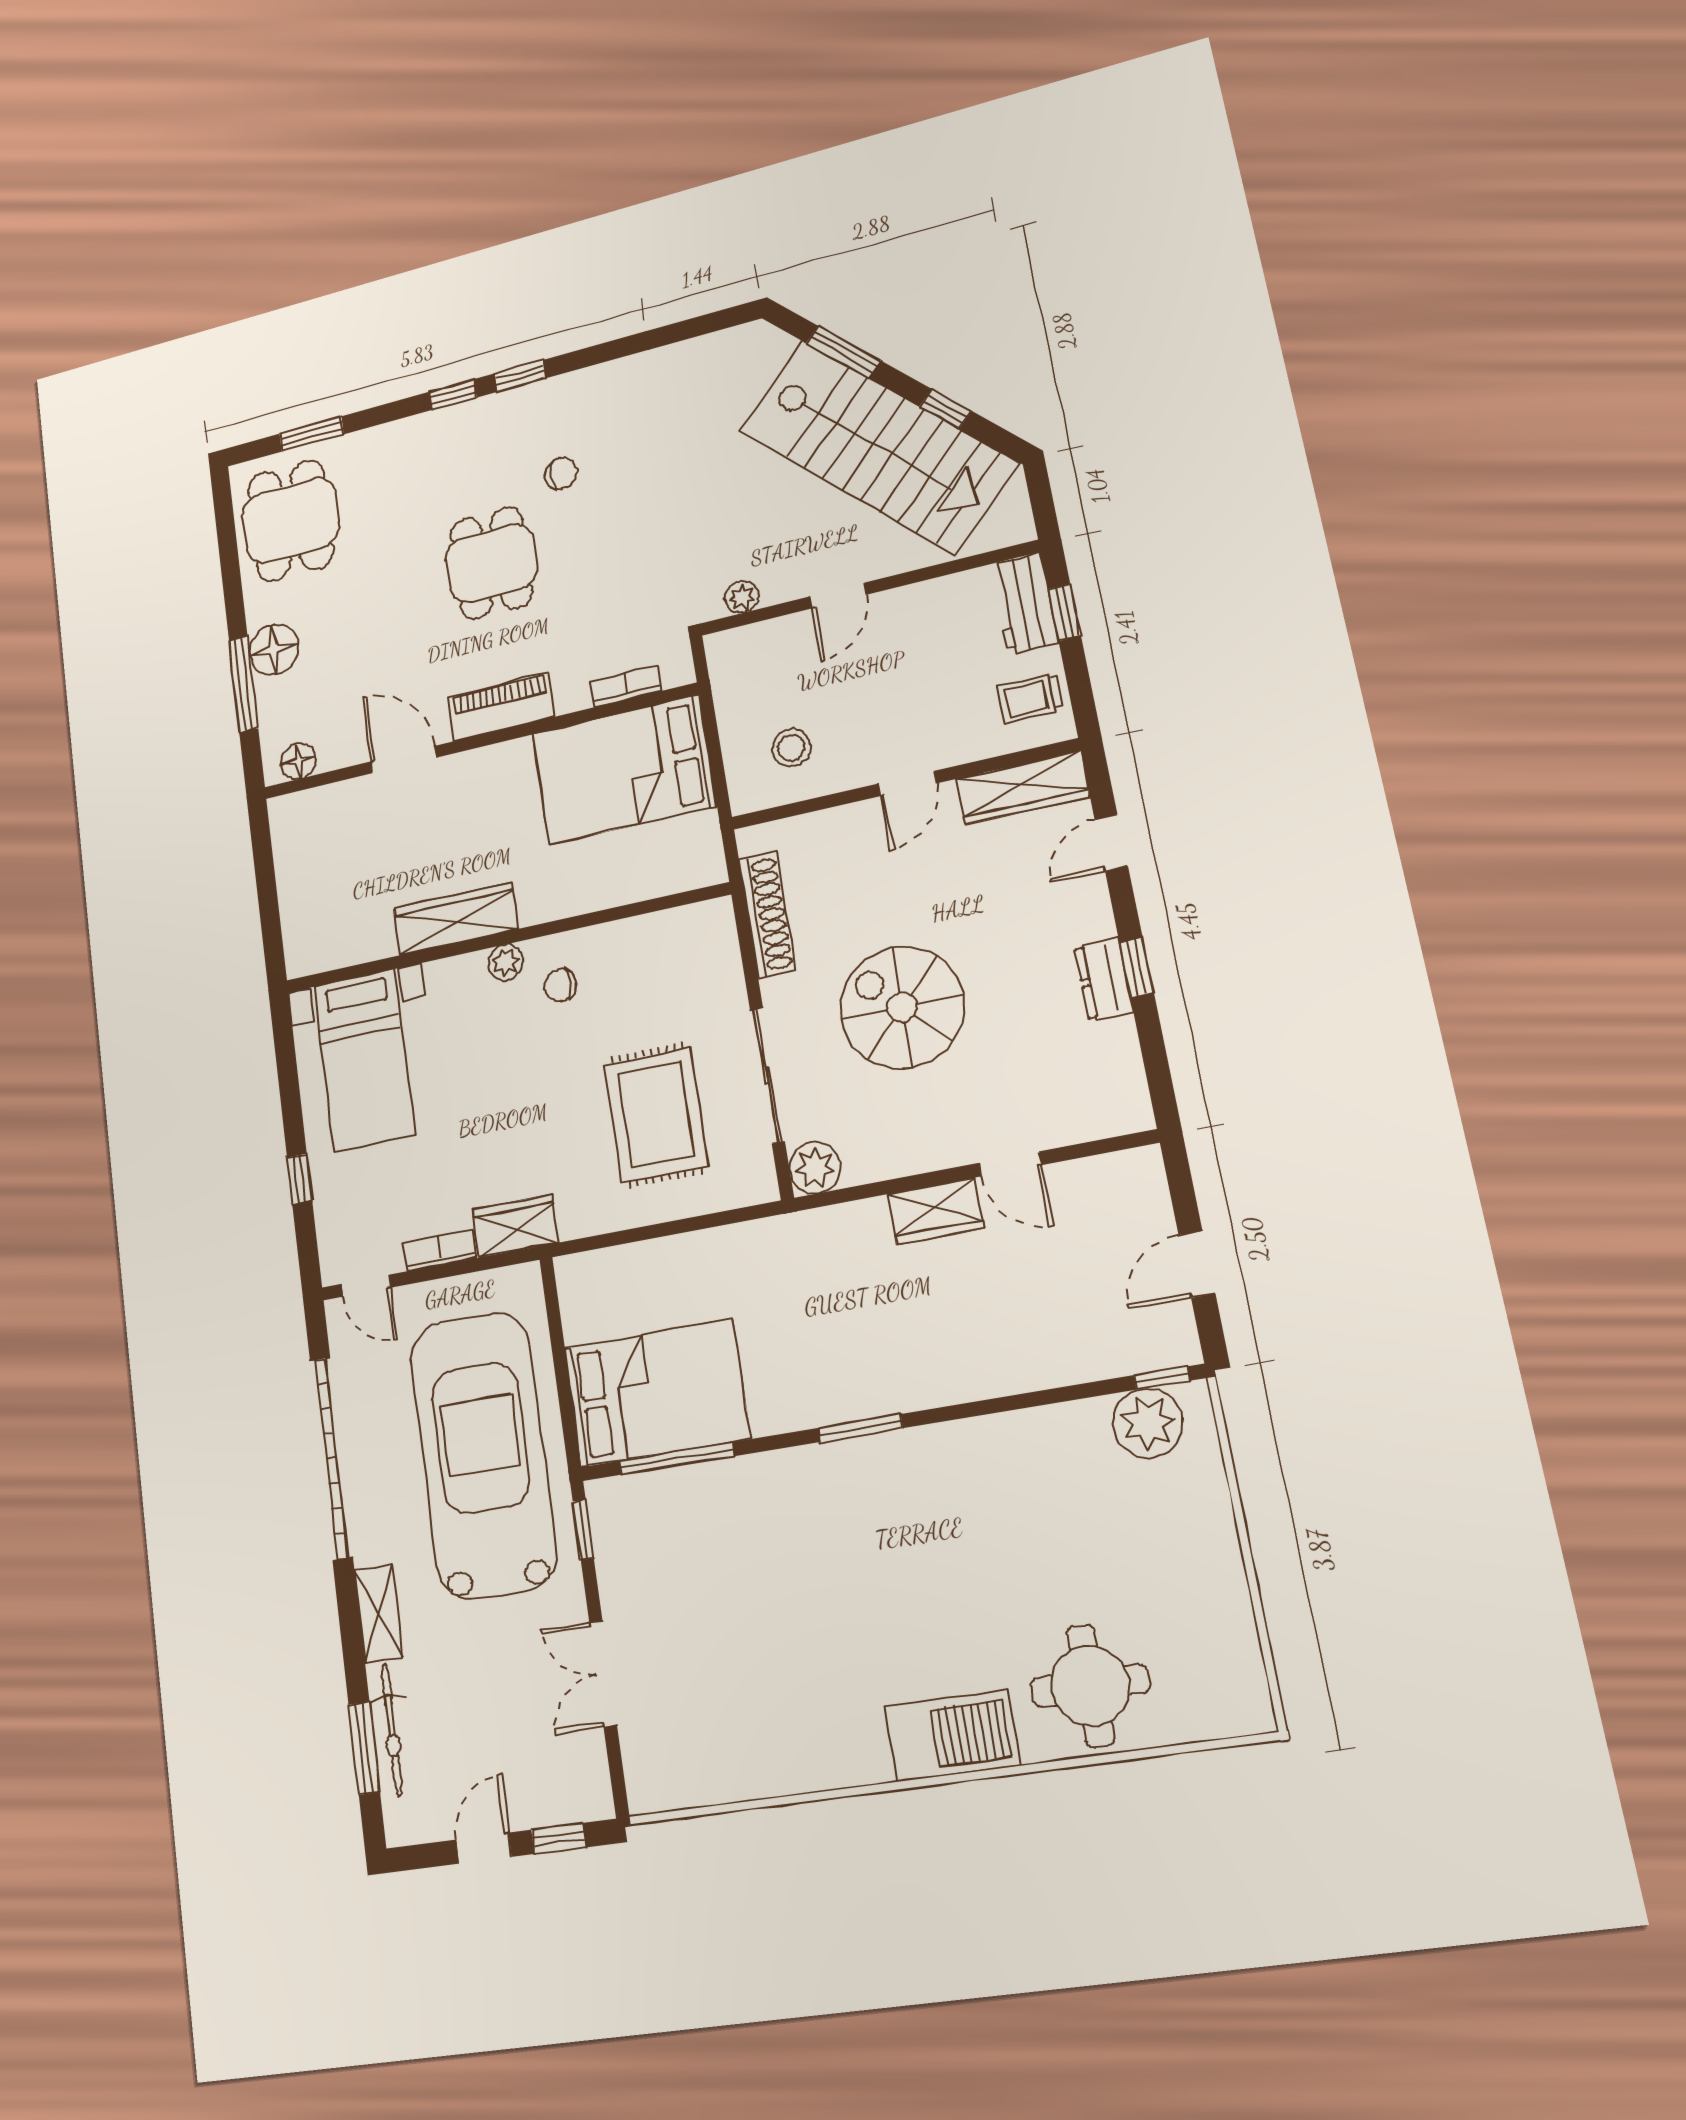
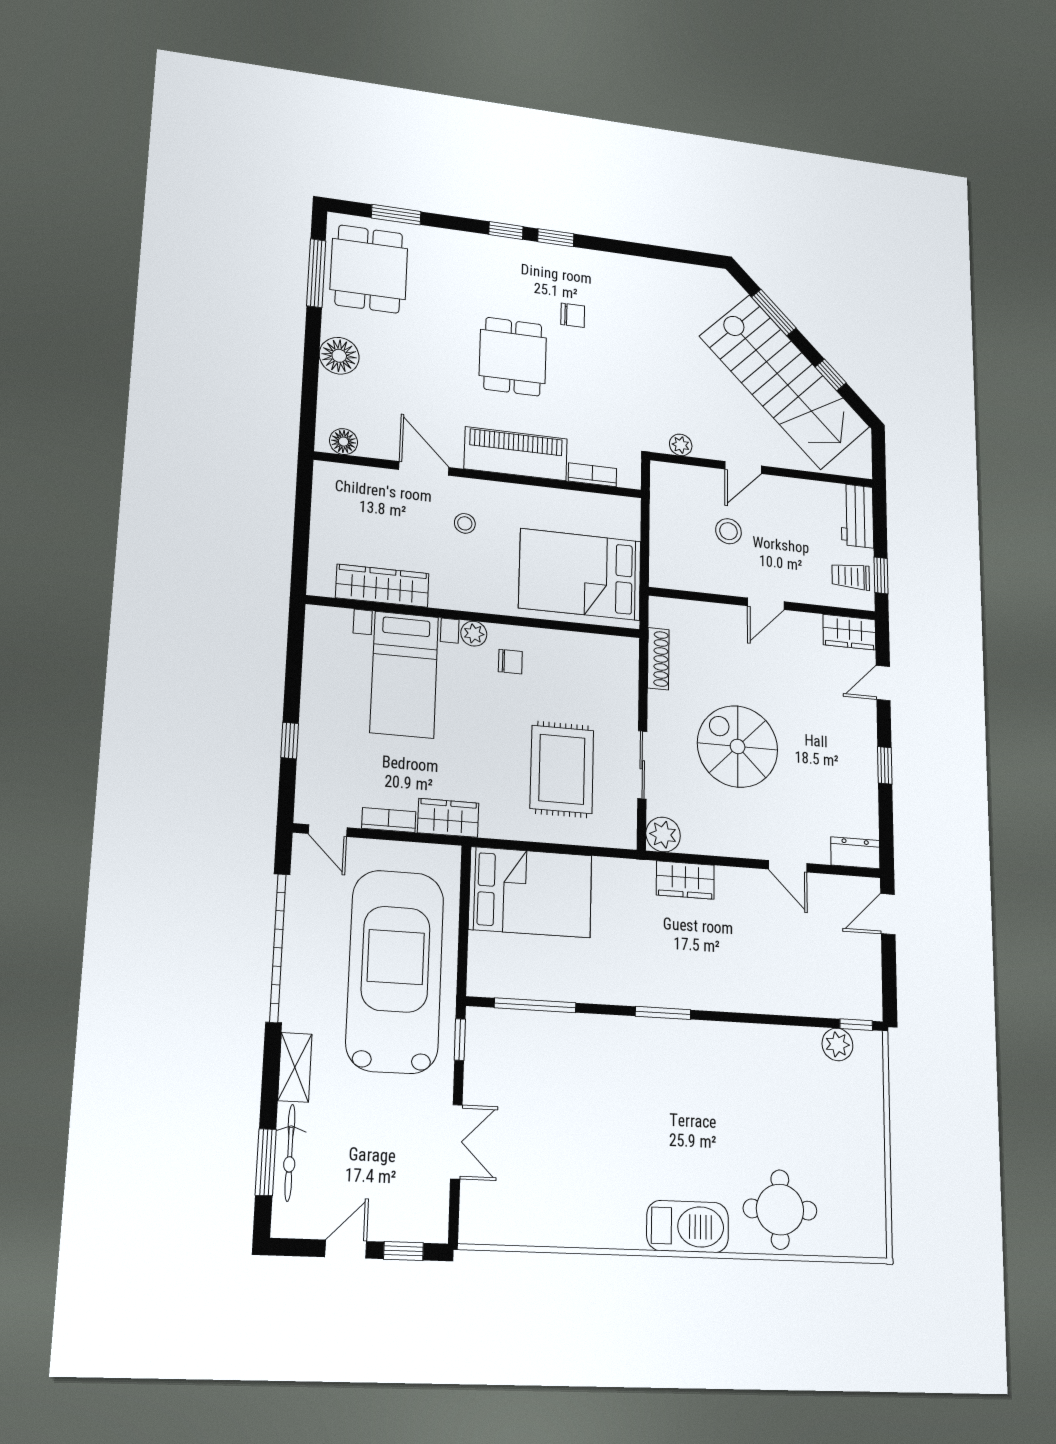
window: (1064, 612) -> (881, 575), moved
window: (243, 684) -> (316, 273), moved
piano: (501, 707) -> (516, 454), width x1.37, depth x1.33
stool: (791, 748) -> (728, 531), moved
bed: (624, 770) -> (580, 574), moved
wardrobe: (1023, 788) -> (849, 632), width x0.67
stool: (468, 815) -> (465, 523), added
shoe rack: (767, 915) -> (658, 659), width x0.74, depth x0.81
wardrobe: (456, 919) -> (382, 586), moved
dresser: (1104, 979) -> (855, 853), moved, turned 90
chair: (560, 985) -> (510, 662), turned 180
bed with nightstands: (364, 1060) -> (404, 675), moved
sliding door: (767, 1075) -> (642, 765), width x0.73
wardrobe: (936, 1211) -> (685, 880), moved
door: (1197, 1264) -> (888, 914), moved
bed: (657, 1393) -> (531, 892), moved
plant: (1148, 1423) -> (837, 1044), width x0.73, depth x0.73
double door: (603, 1674) -> (456, 1142), swing flipped

